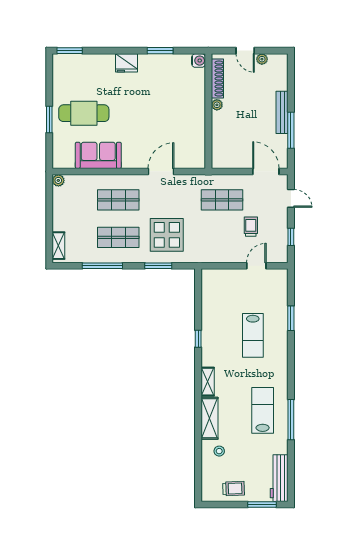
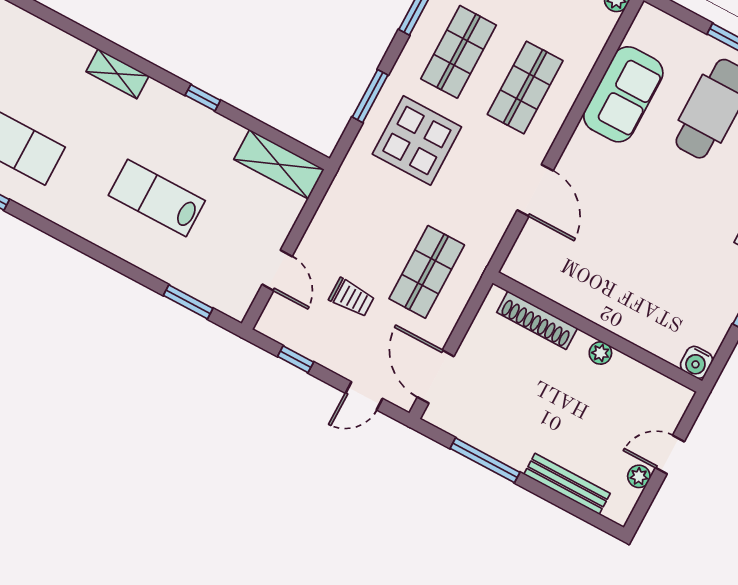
shoe rack: (217, 79) -> (537, 320), moved
bench: (282, 112) -> (567, 484), moved
door: (266, 171) -> (436, 377), swing flipped
window: (291, 318) -> (188, 302), moved
shelving: (209, 418) -> (279, 164), moved

